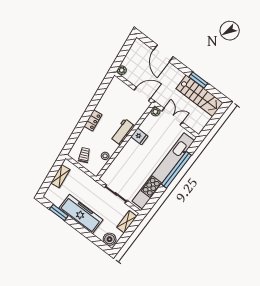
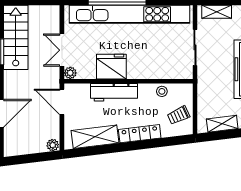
shelving: (108, 98) -> (95, 137), added
locker: (93, 120) -> (140, 134), width x1.53
workbench: (123, 132) -> (114, 92), width x1.37
fridge: (139, 136) -> (111, 67), width x1.88, depth x1.34

